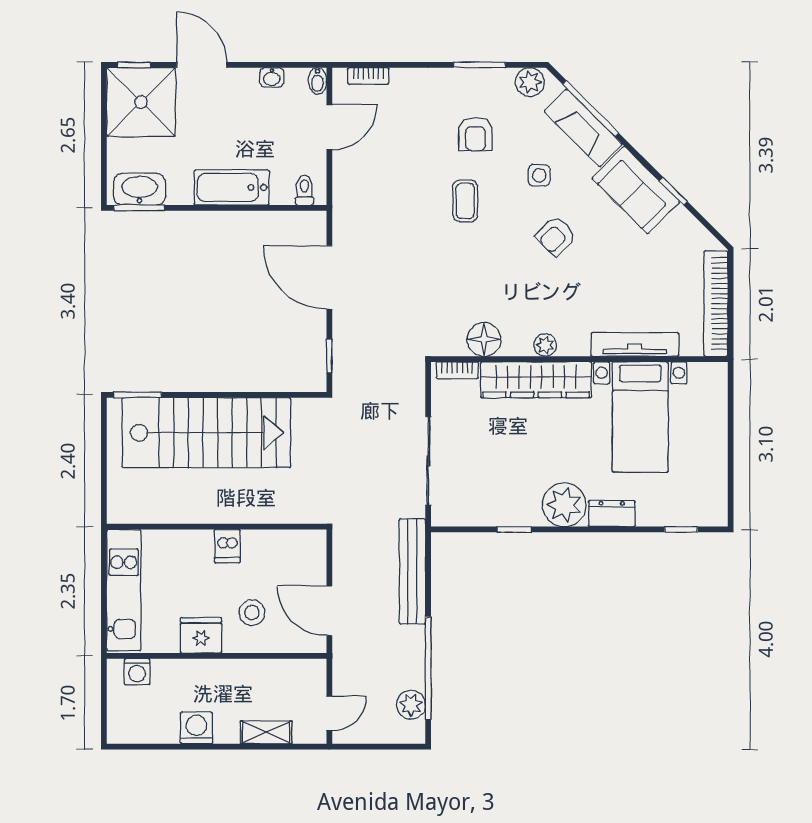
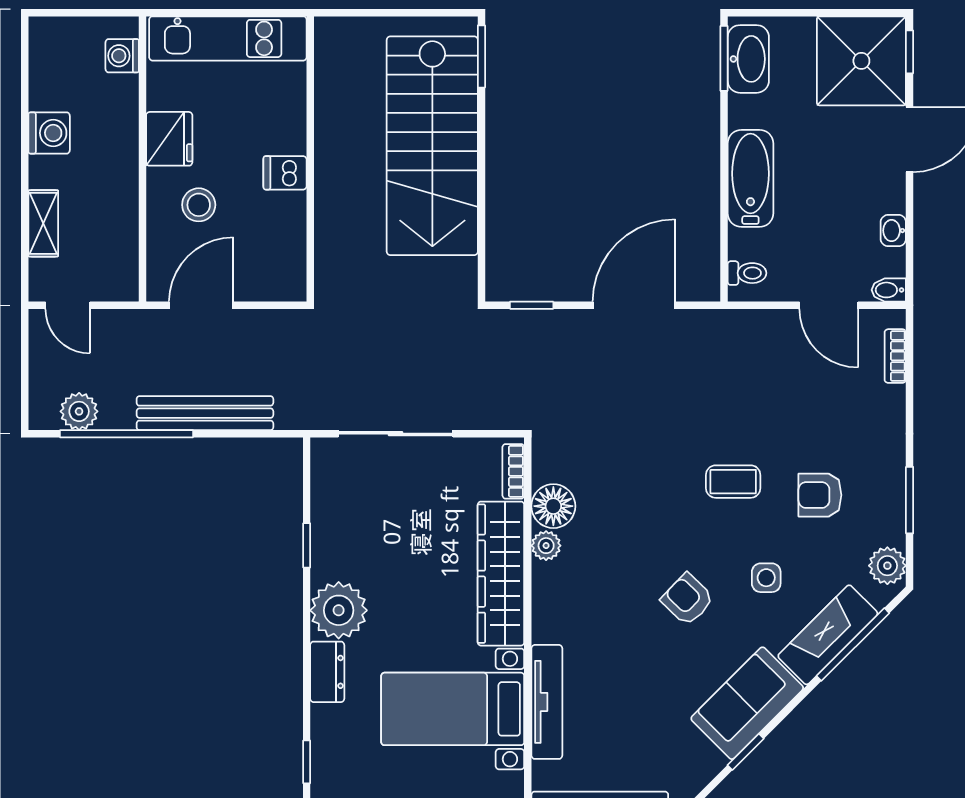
plant: (545, 345) -> (546, 546), moved
bench: (412, 571) -> (205, 413), moved

